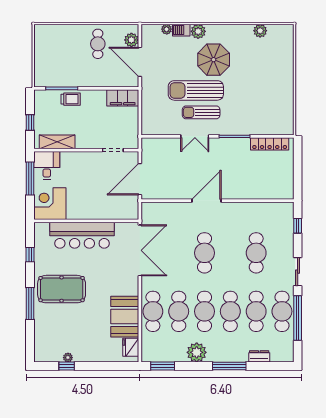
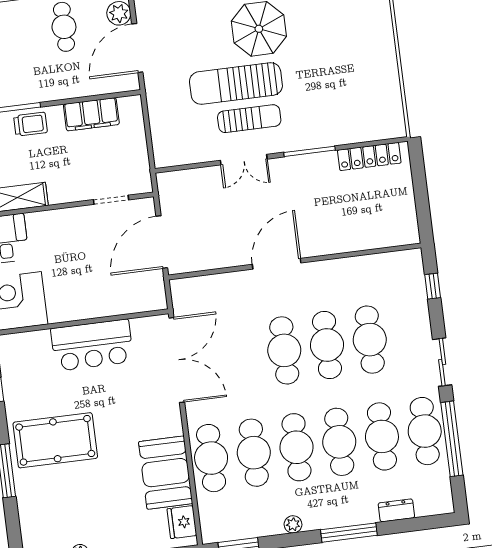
door: (140, 62) -> (137, 48), hinge flipped
filing cabinet: (123, 98) -> (91, 114), moved
sun lounger: (201, 112) -> (249, 119), turned 180
bar counter: (82, 235) -> (92, 345), width x0.73
cafe table: (230, 253) -> (327, 345), added
plant: (197, 352) -> (293, 524), width x0.53, depth x0.53

